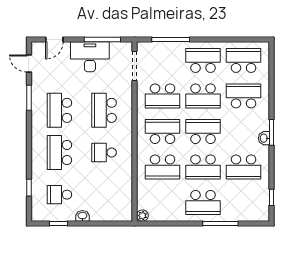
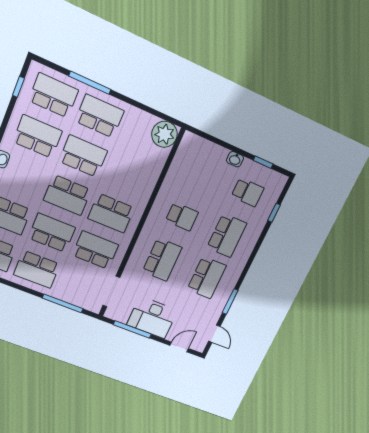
school desk: (163, 167) -> (54, 95), moved
plant: (142, 216) -> (164, 134), width x1.87, depth x1.87

